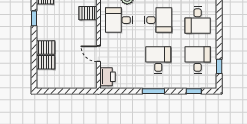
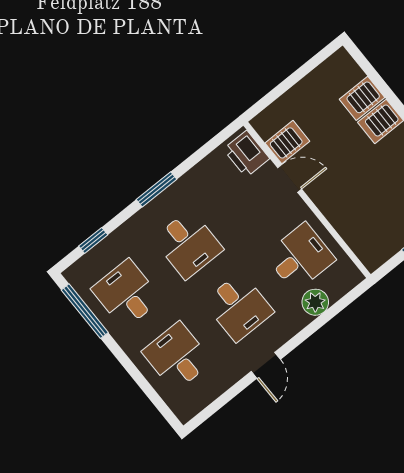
server rack: (88, 13) -> (287, 142), moved
desk: (158, 20) -> (239, 307), turned -90
desk: (198, 60) -> (126, 294), turned 180
window: (219, 66) -> (85, 311), width x2.17

